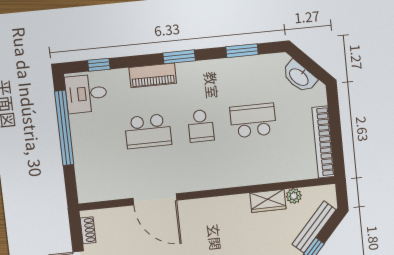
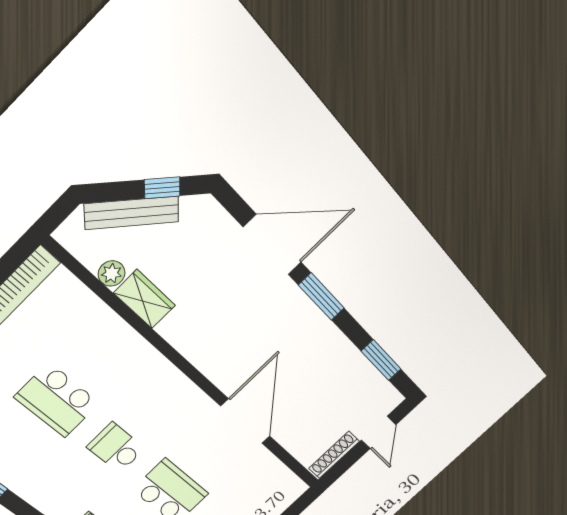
school desk: (201, 126) -> (116, 448), turned -90
shoe rack: (88, 230) -> (334, 455), width x1.43

